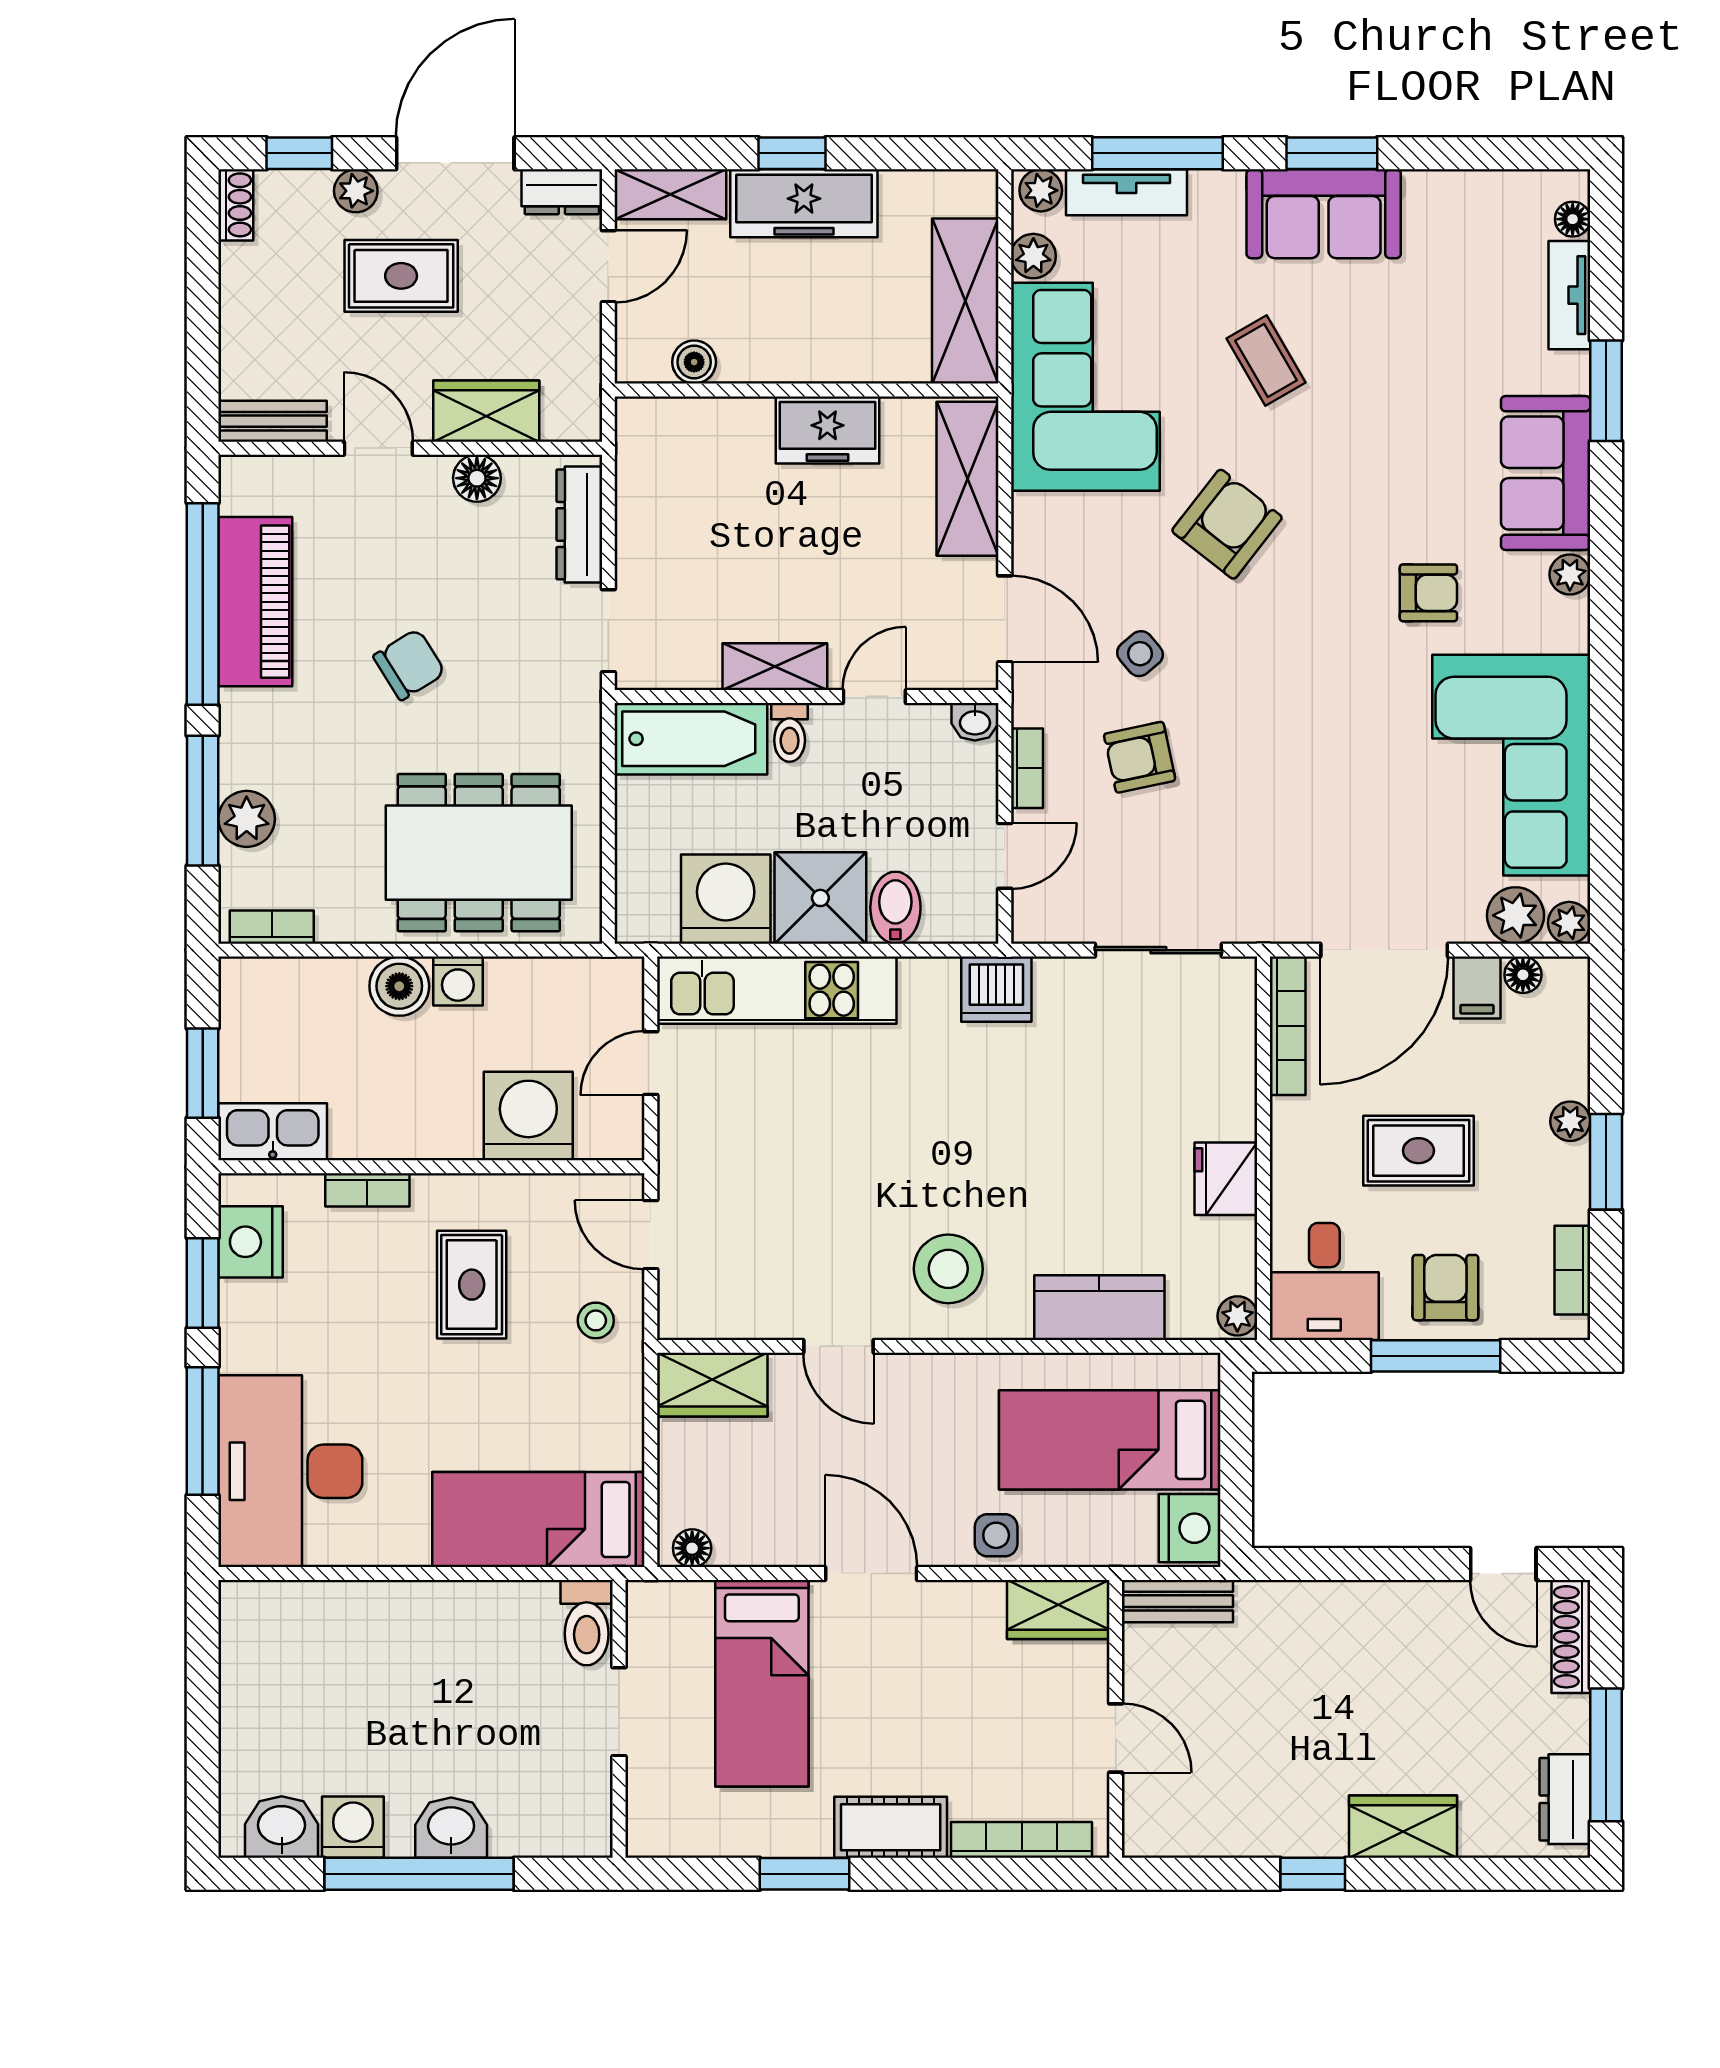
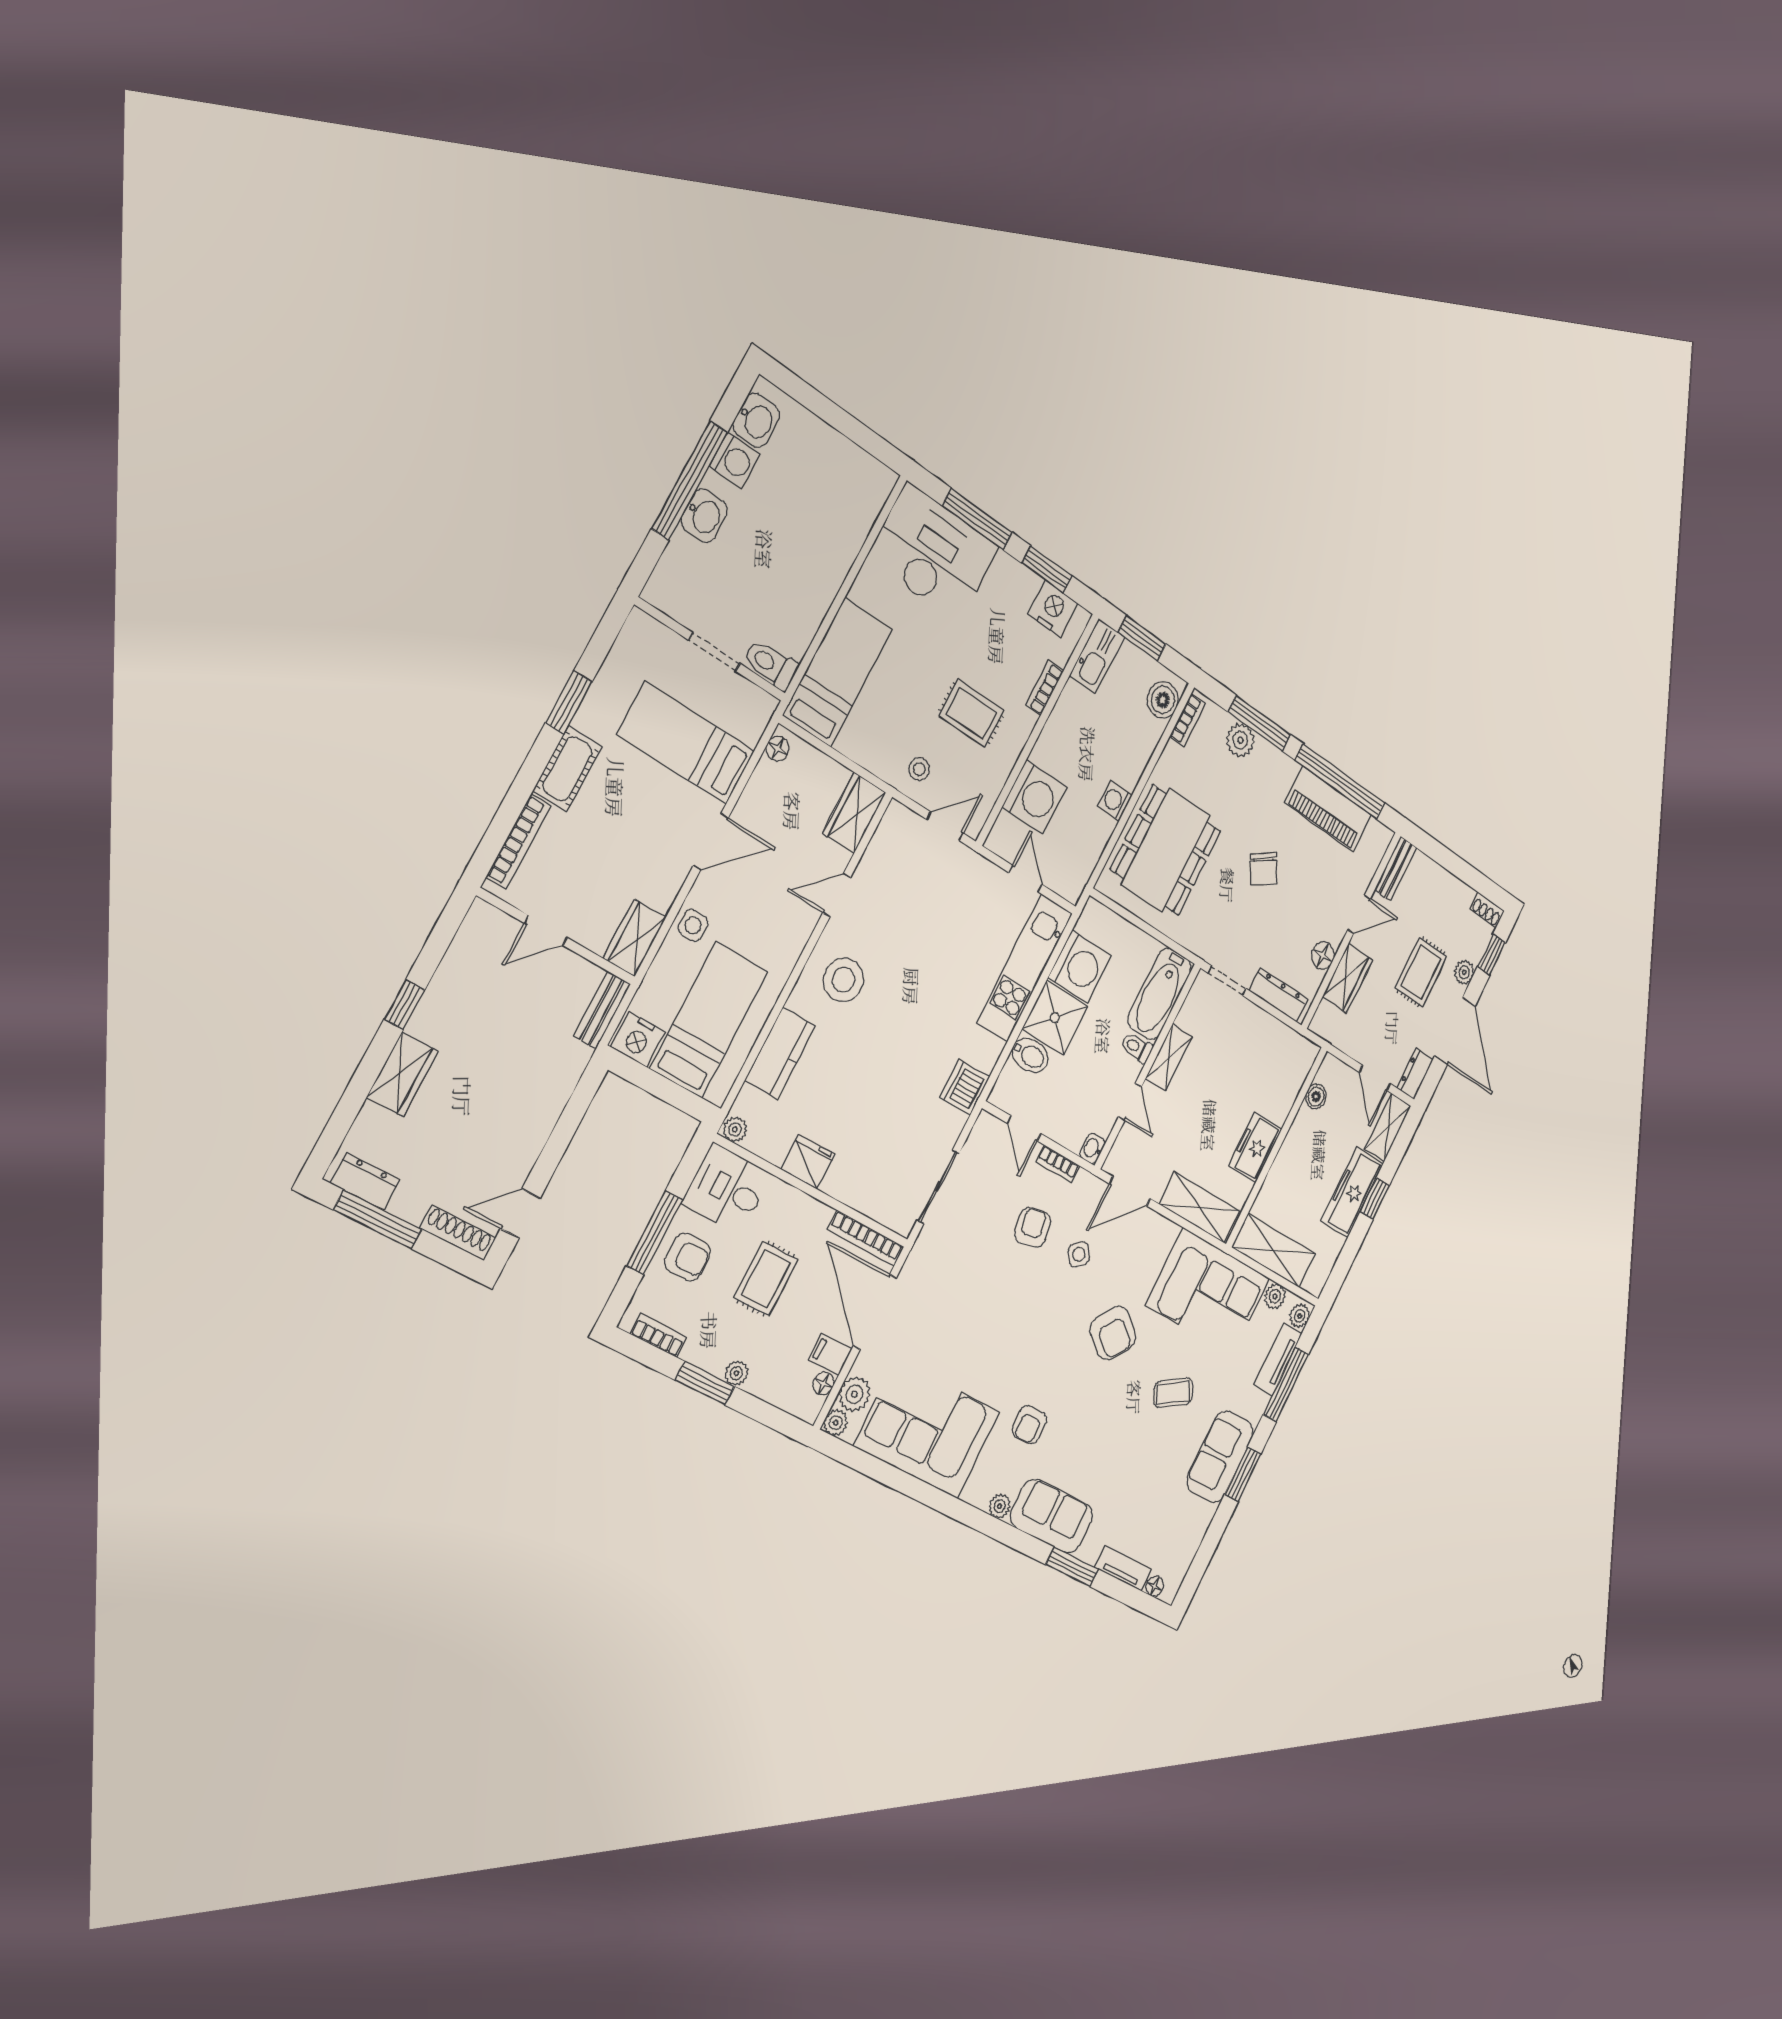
boiler: (399, 986) -> (1163, 700), moved

